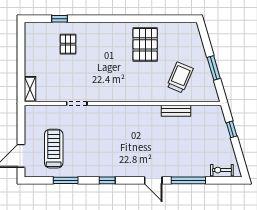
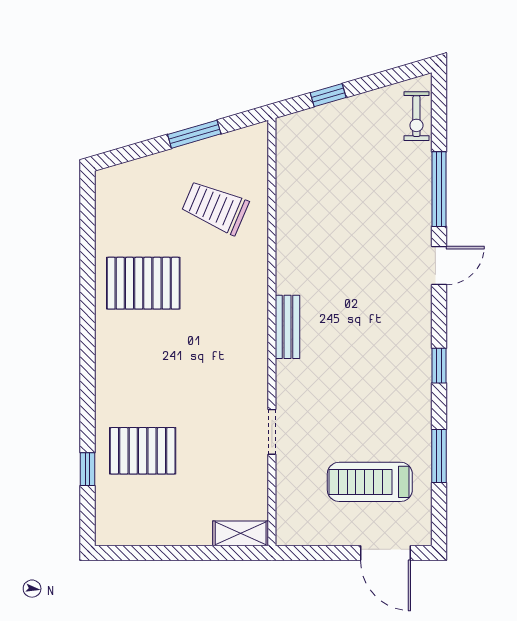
pallet: (68, 44) -> (143, 451), width x1.50, depth x1.42
bench: (176, 111) -> (287, 327), moved

